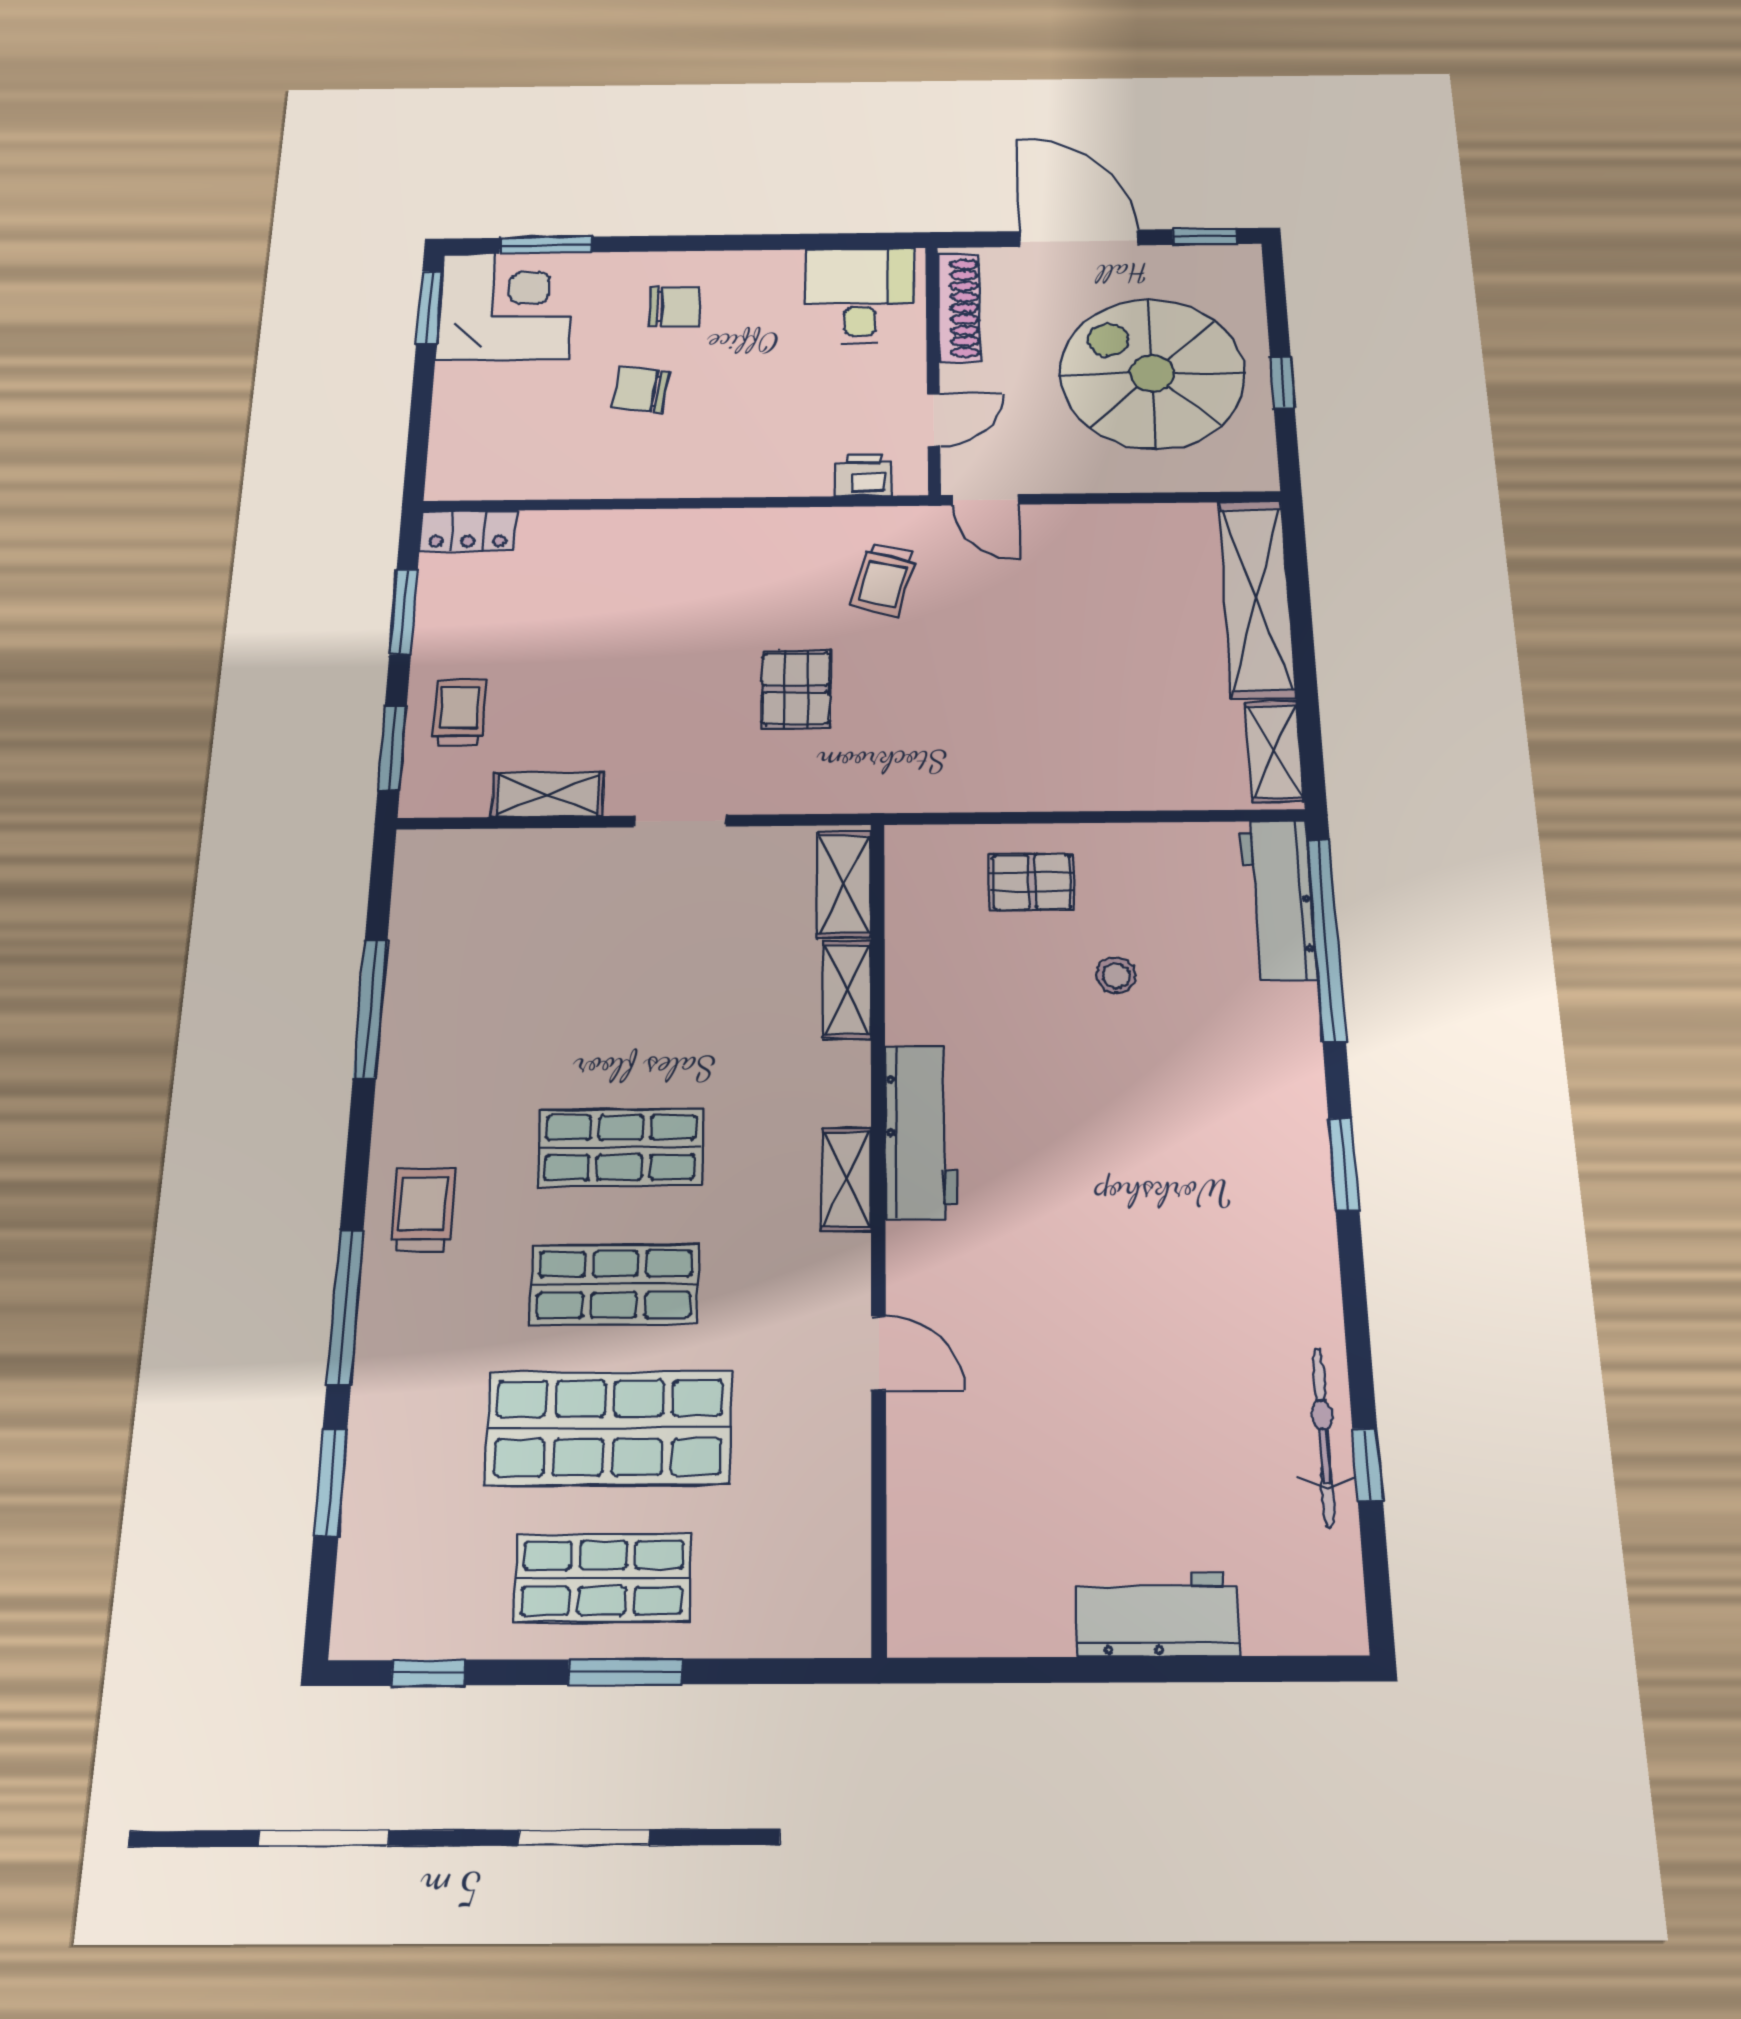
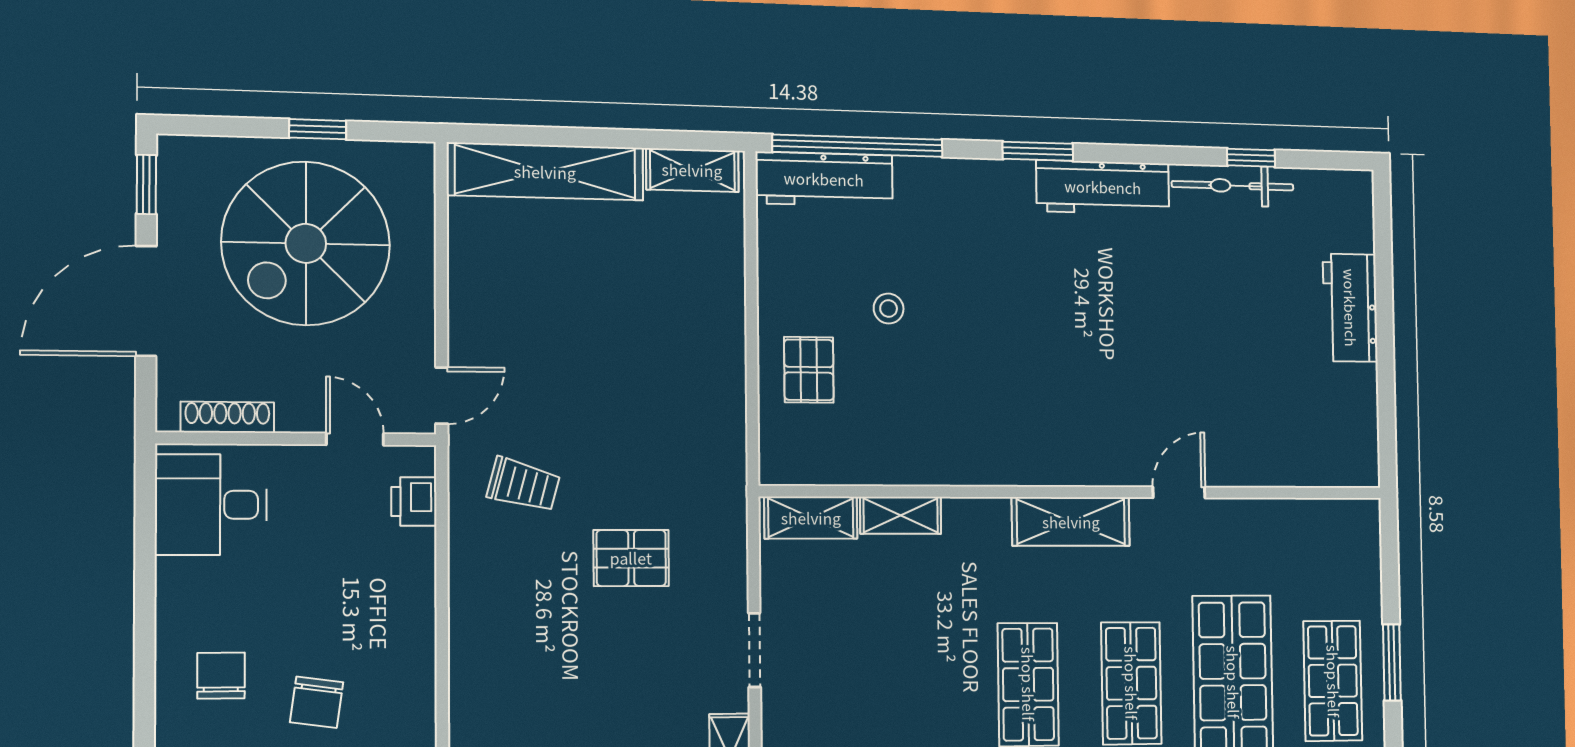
shoe rack: (959, 308) -> (227, 417), width x0.74, depth x0.81
workbench: (920, 1132) -> (1103, 187), moved, turned 180
shelving: (846, 1179) -> (1071, 522), width x1.50, depth x1.33

